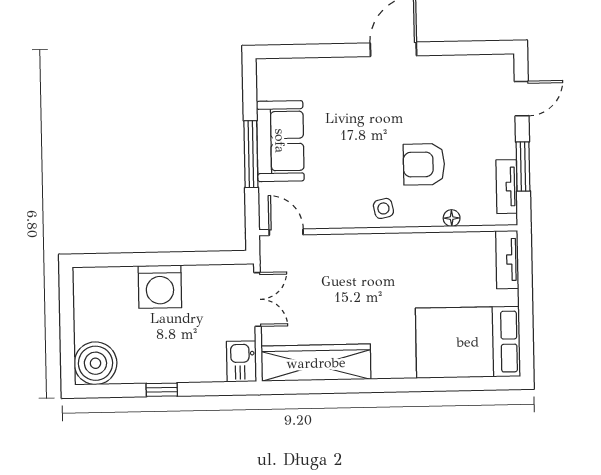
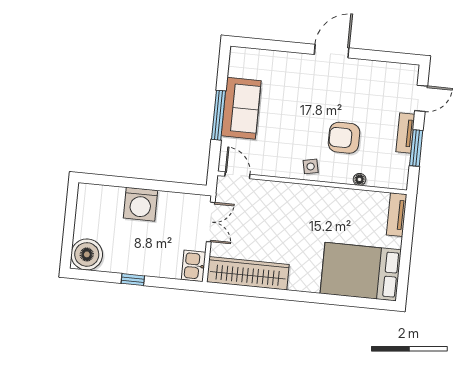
tv unit: (507, 187) -> (405, 133), moved

